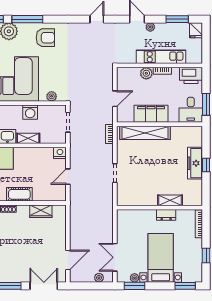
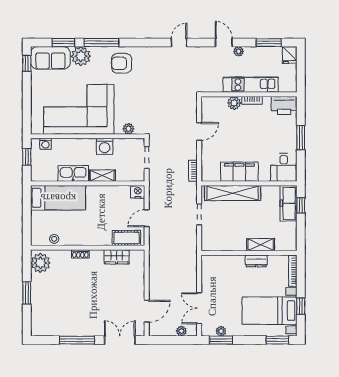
armchair: (45, 38) -> (122, 63), turned 180
desk: (191, 110) -> (284, 167), moved
filing cabinet: (151, 114) -> (239, 172), moved
wall: (160, 124) -> (249, 183), moved
shelving: (145, 133) -> (233, 193), moved
cot: (19, 194) -> (126, 238), moved
bed with nightstands: (161, 258) -> (269, 311), moved, turned -90

